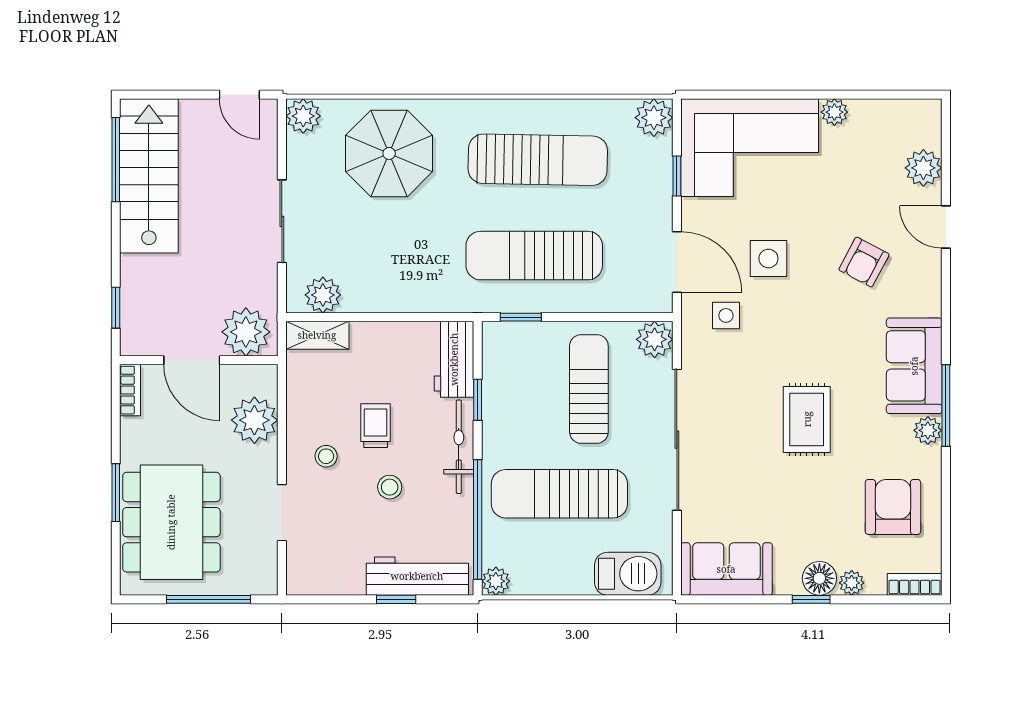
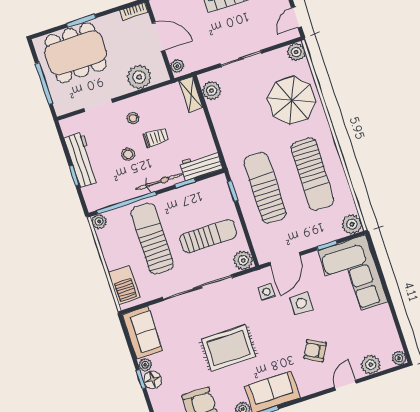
plant: (834, 112) -> (399, 358), moved
plant: (246, 332) -> (177, 66), width x0.53, depth x0.53
door: (192, 360) -> (158, 37), swing flipped
rug: (807, 419) -> (228, 348), width x1.36, depth x1.43
workbench: (417, 576) -> (81, 160), moved
plant: (852, 583) -> (145, 365), moved

